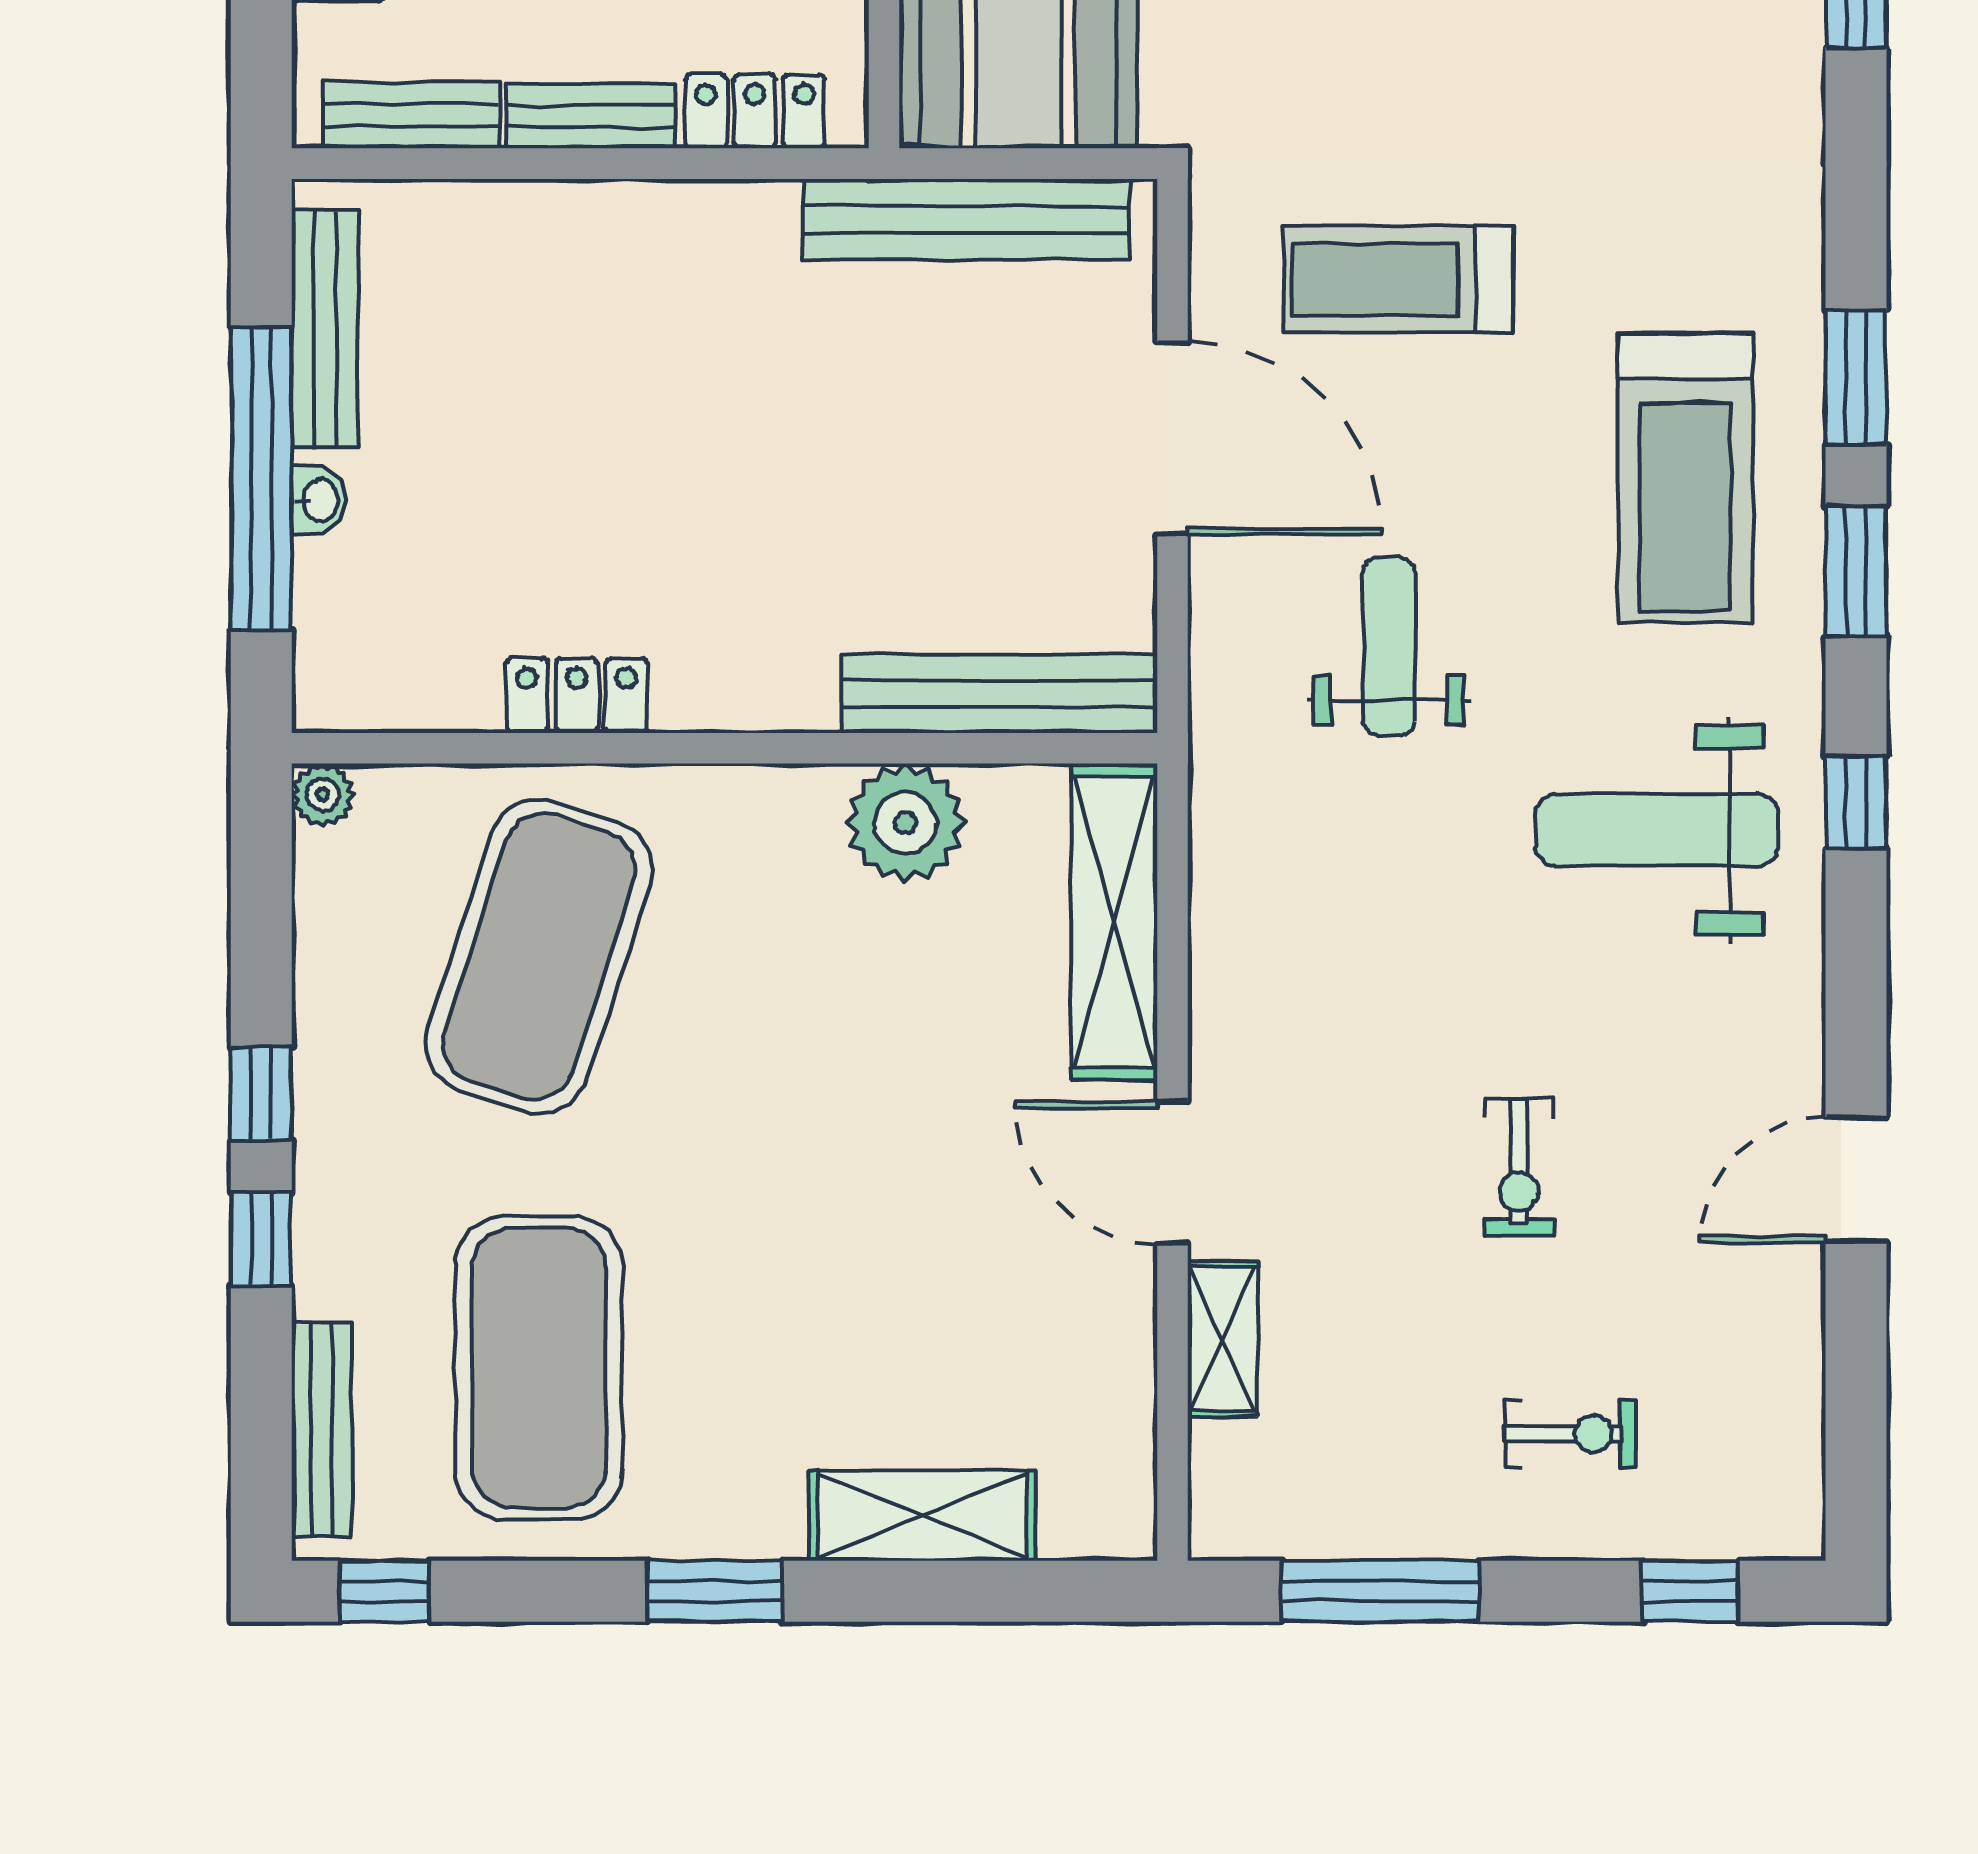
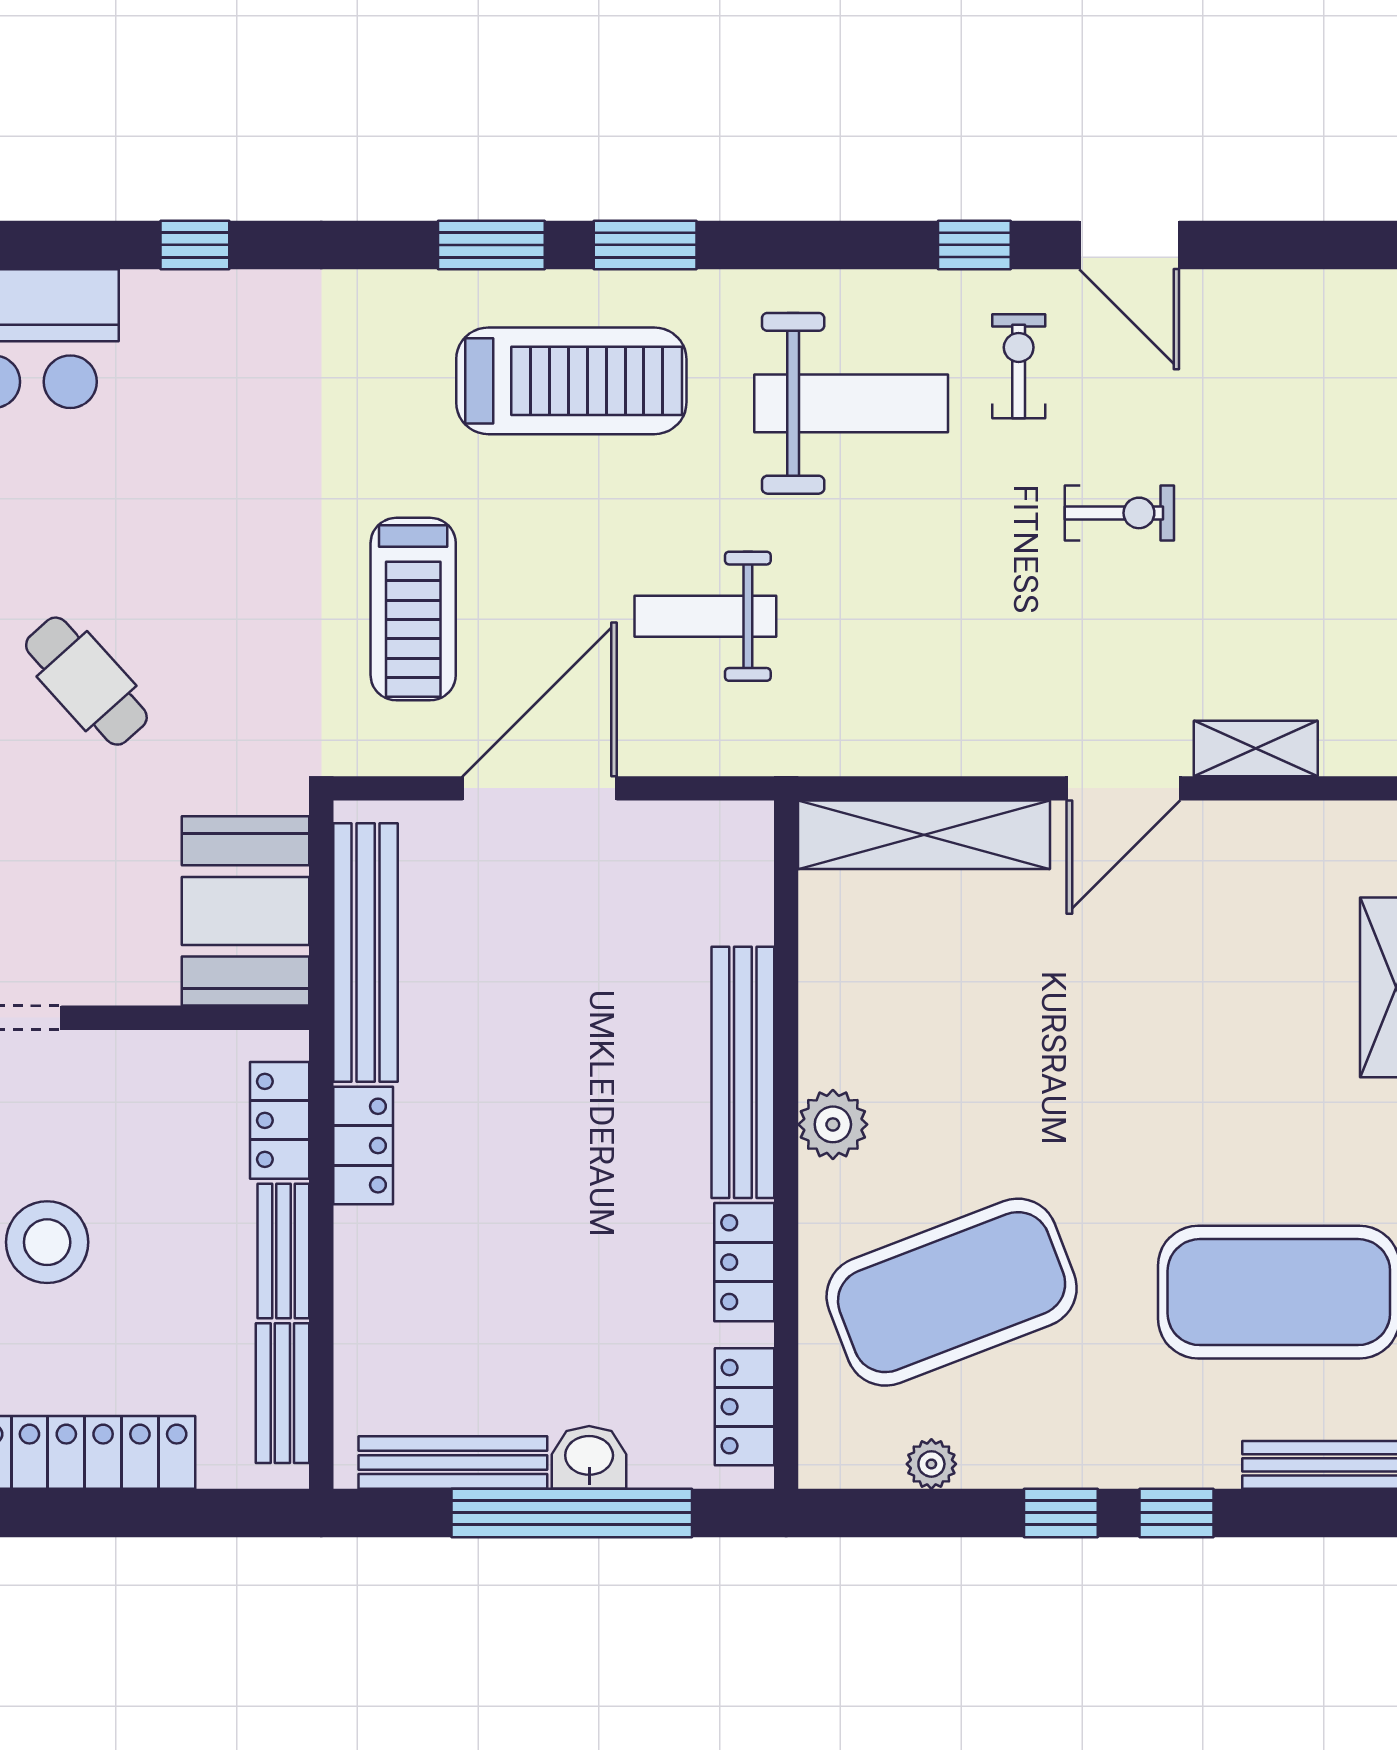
locker: (723, 216) -> (363, 1146), added
washbasin: (319, 500) -> (589, 1457), width x1.38, depth x1.45
bench: (999, 694) -> (743, 1072), moved
locker: (395, 696) -> (744, 1407), added
plant: (323, 795) -> (931, 1464), moved
window: (1856, 802) -> (974, 245), moved
plant: (905, 823) -> (833, 1124), moved, width x0.73, depth x0.73
weight bench: (1657, 830) -> (851, 403), turned -90
exercise mat: (539, 956) -> (952, 1292), turned -39
exercise bike: (1570, 1434) -> (1019, 366), moved

